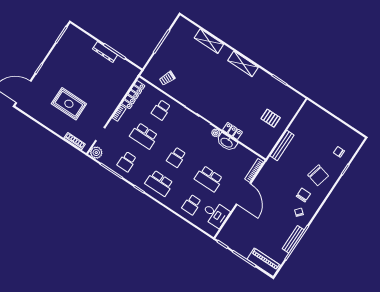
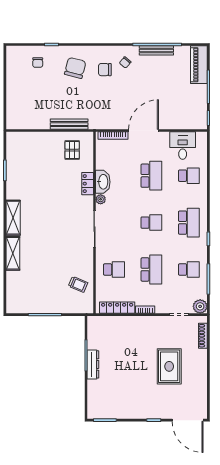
shelving: (209, 41) -> (13, 253), moved
pallet: (271, 118) -> (72, 150), moved

